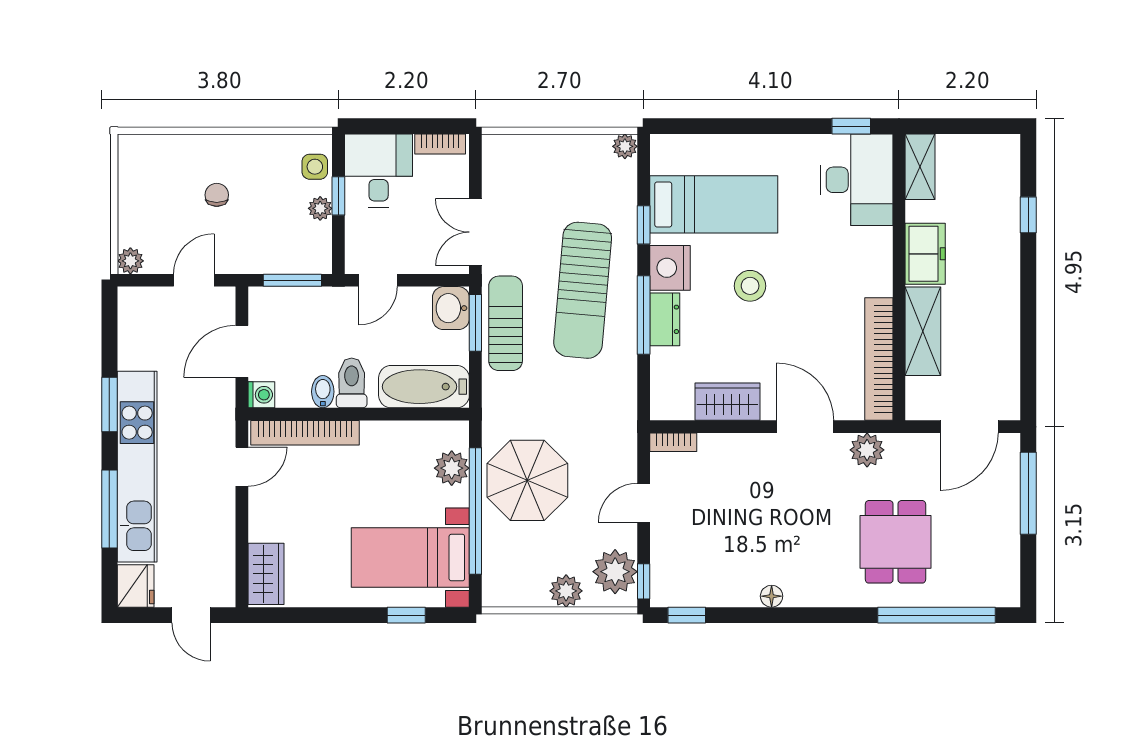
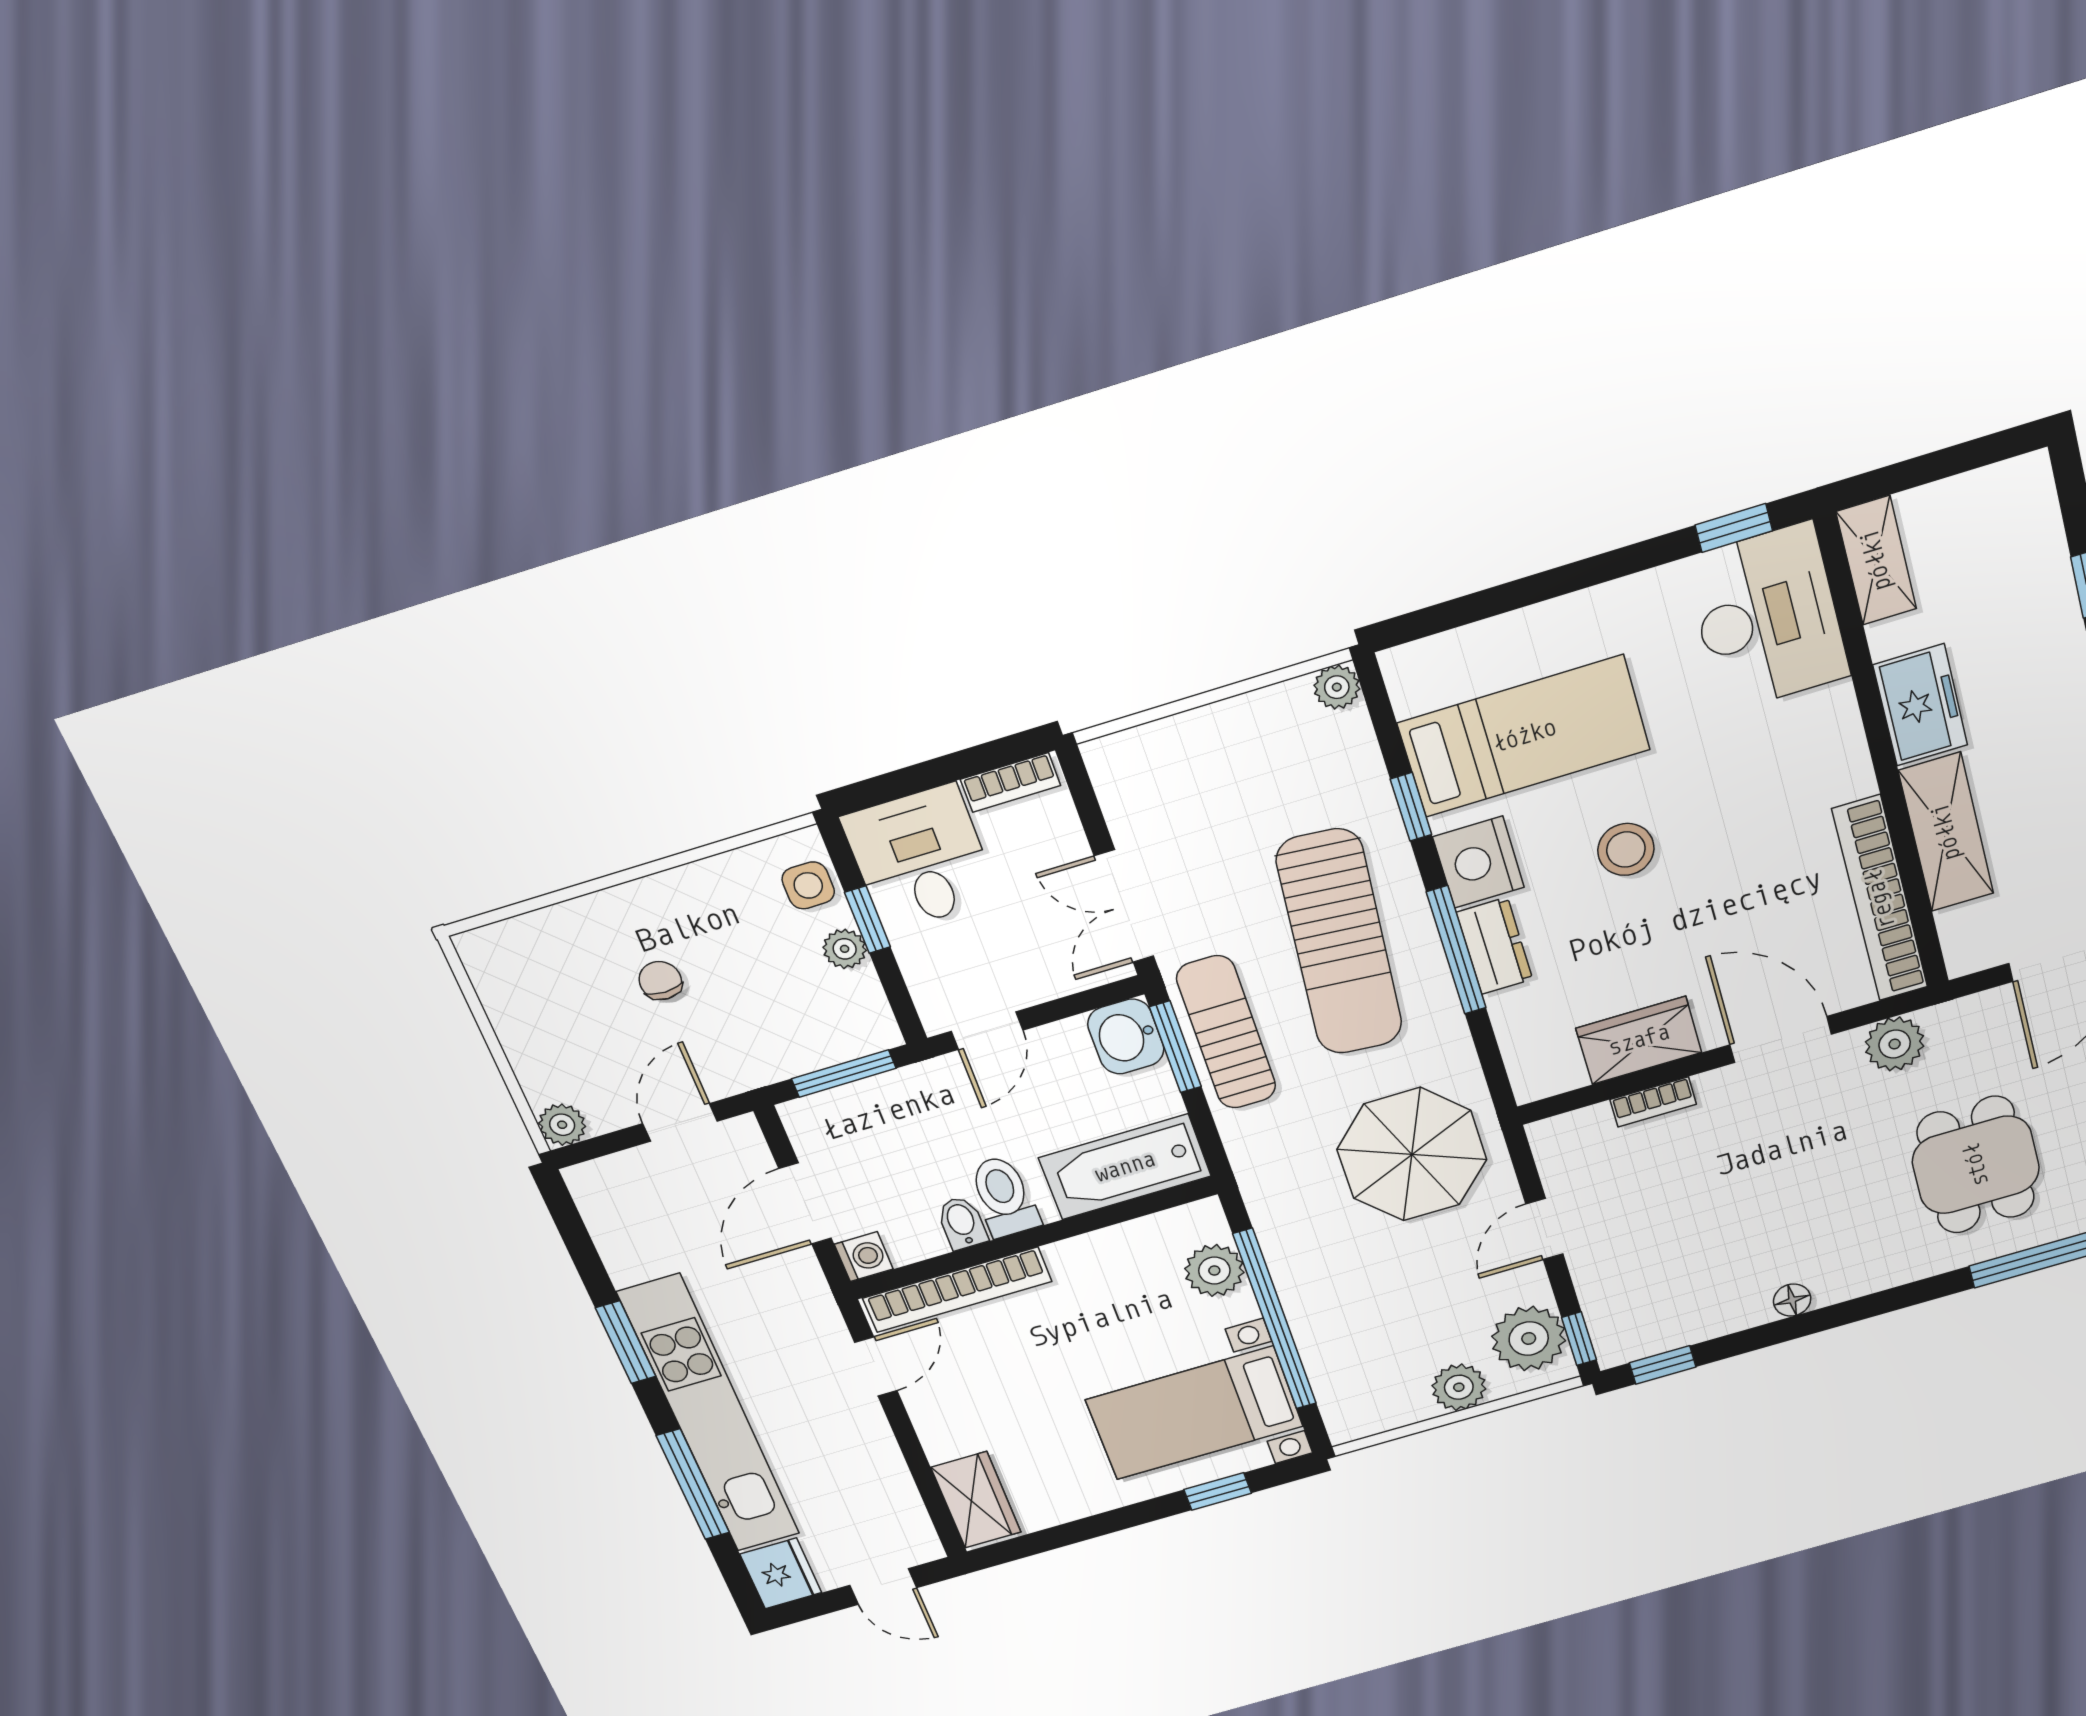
bookcase: (673, 442) -> (1653, 1102), moved
parasol: (527, 480) -> (1412, 1155), moved

